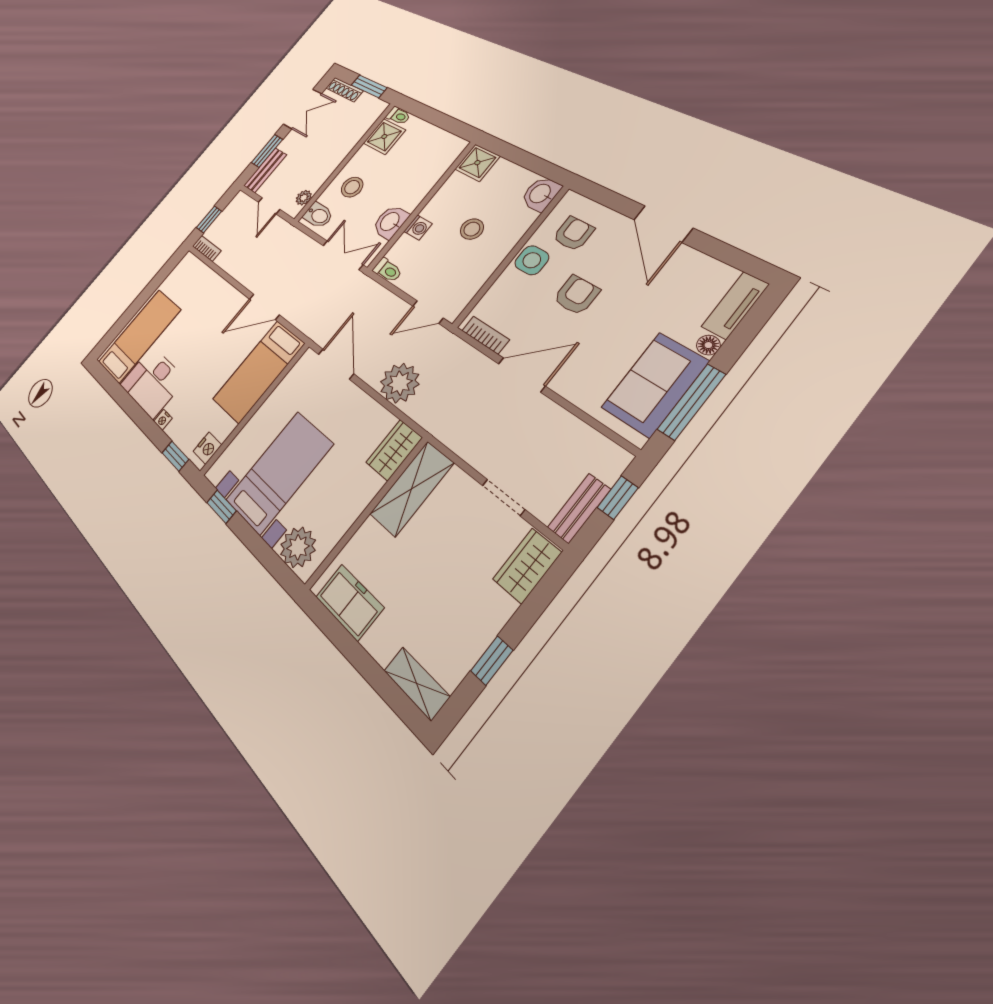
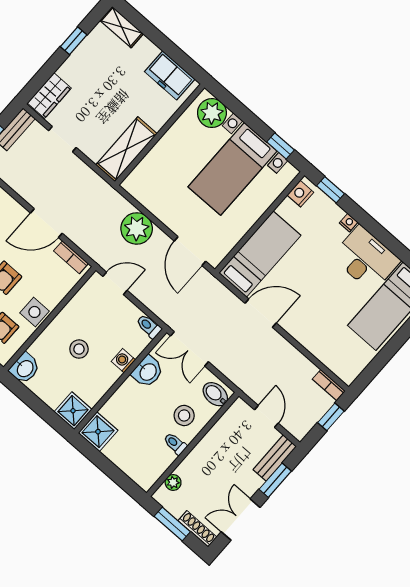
toilet: (398, 116) -> (175, 444), moved
shower: (384, 137) -> (98, 432), moved
plant: (304, 198) -> (173, 482), moved
wardrobe: (394, 450) -> (140, 178), removed

